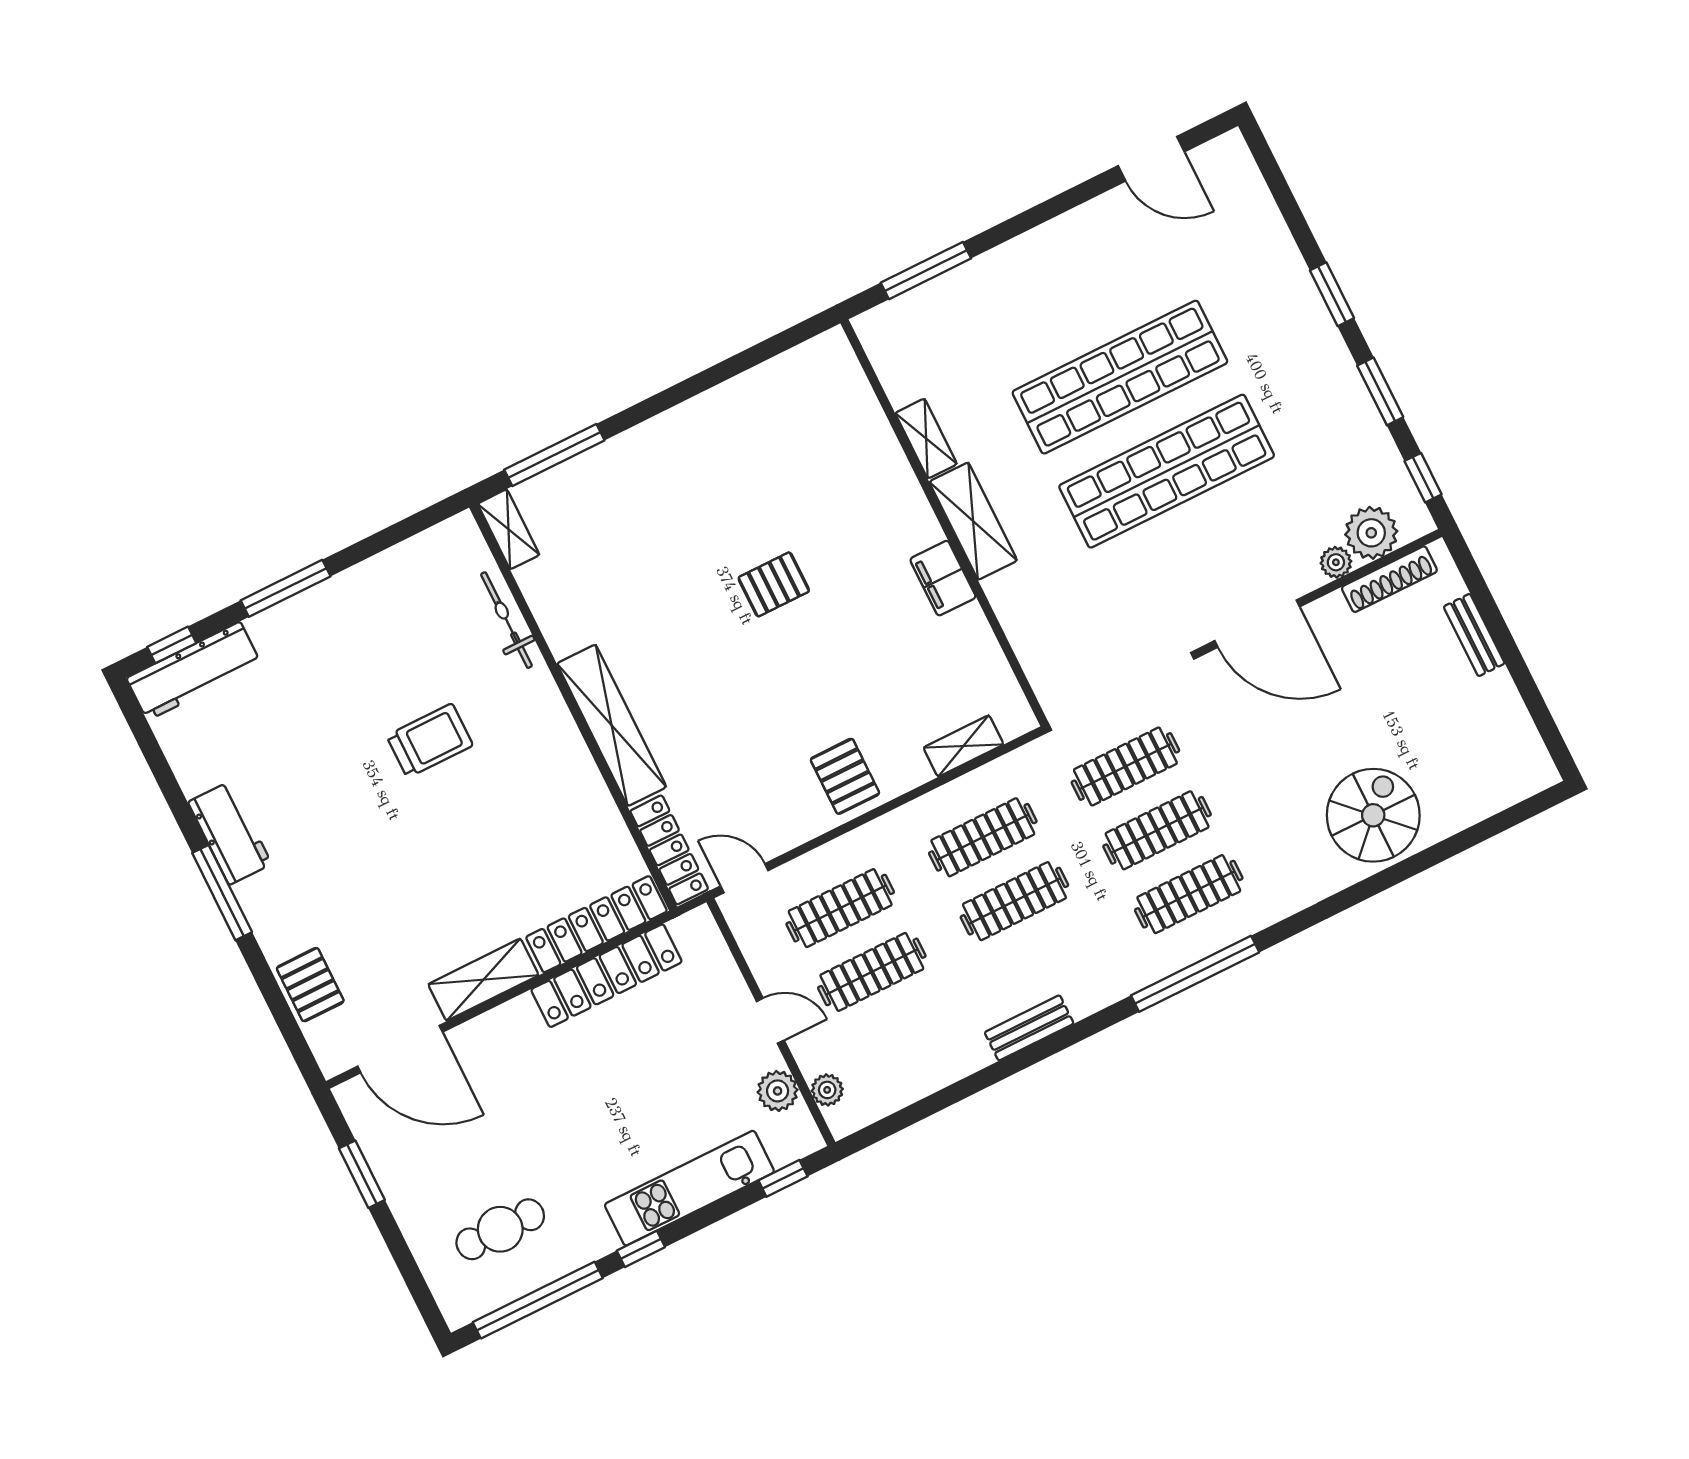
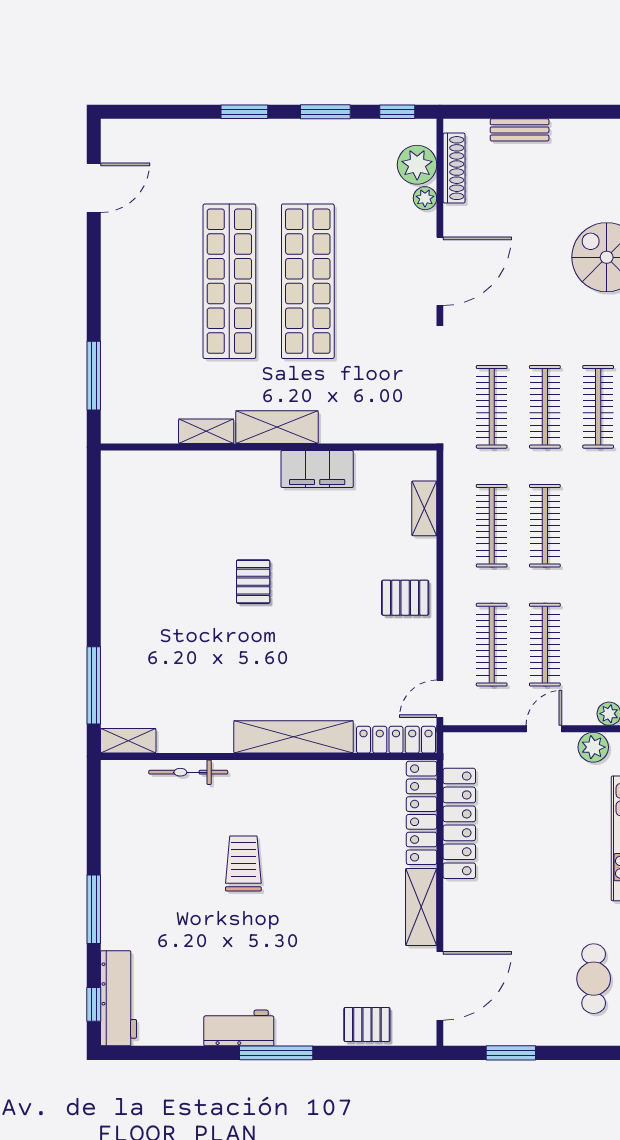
filing cabinet: (943, 578) -> (317, 469), width x1.50, depth x1.17

